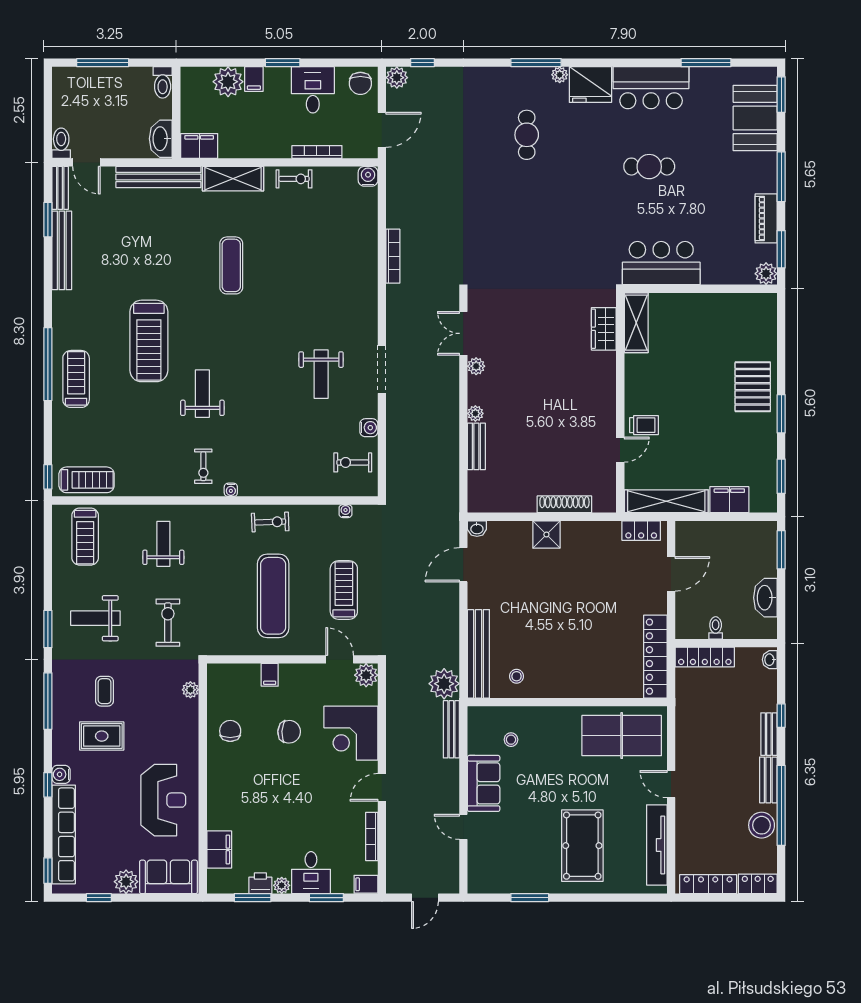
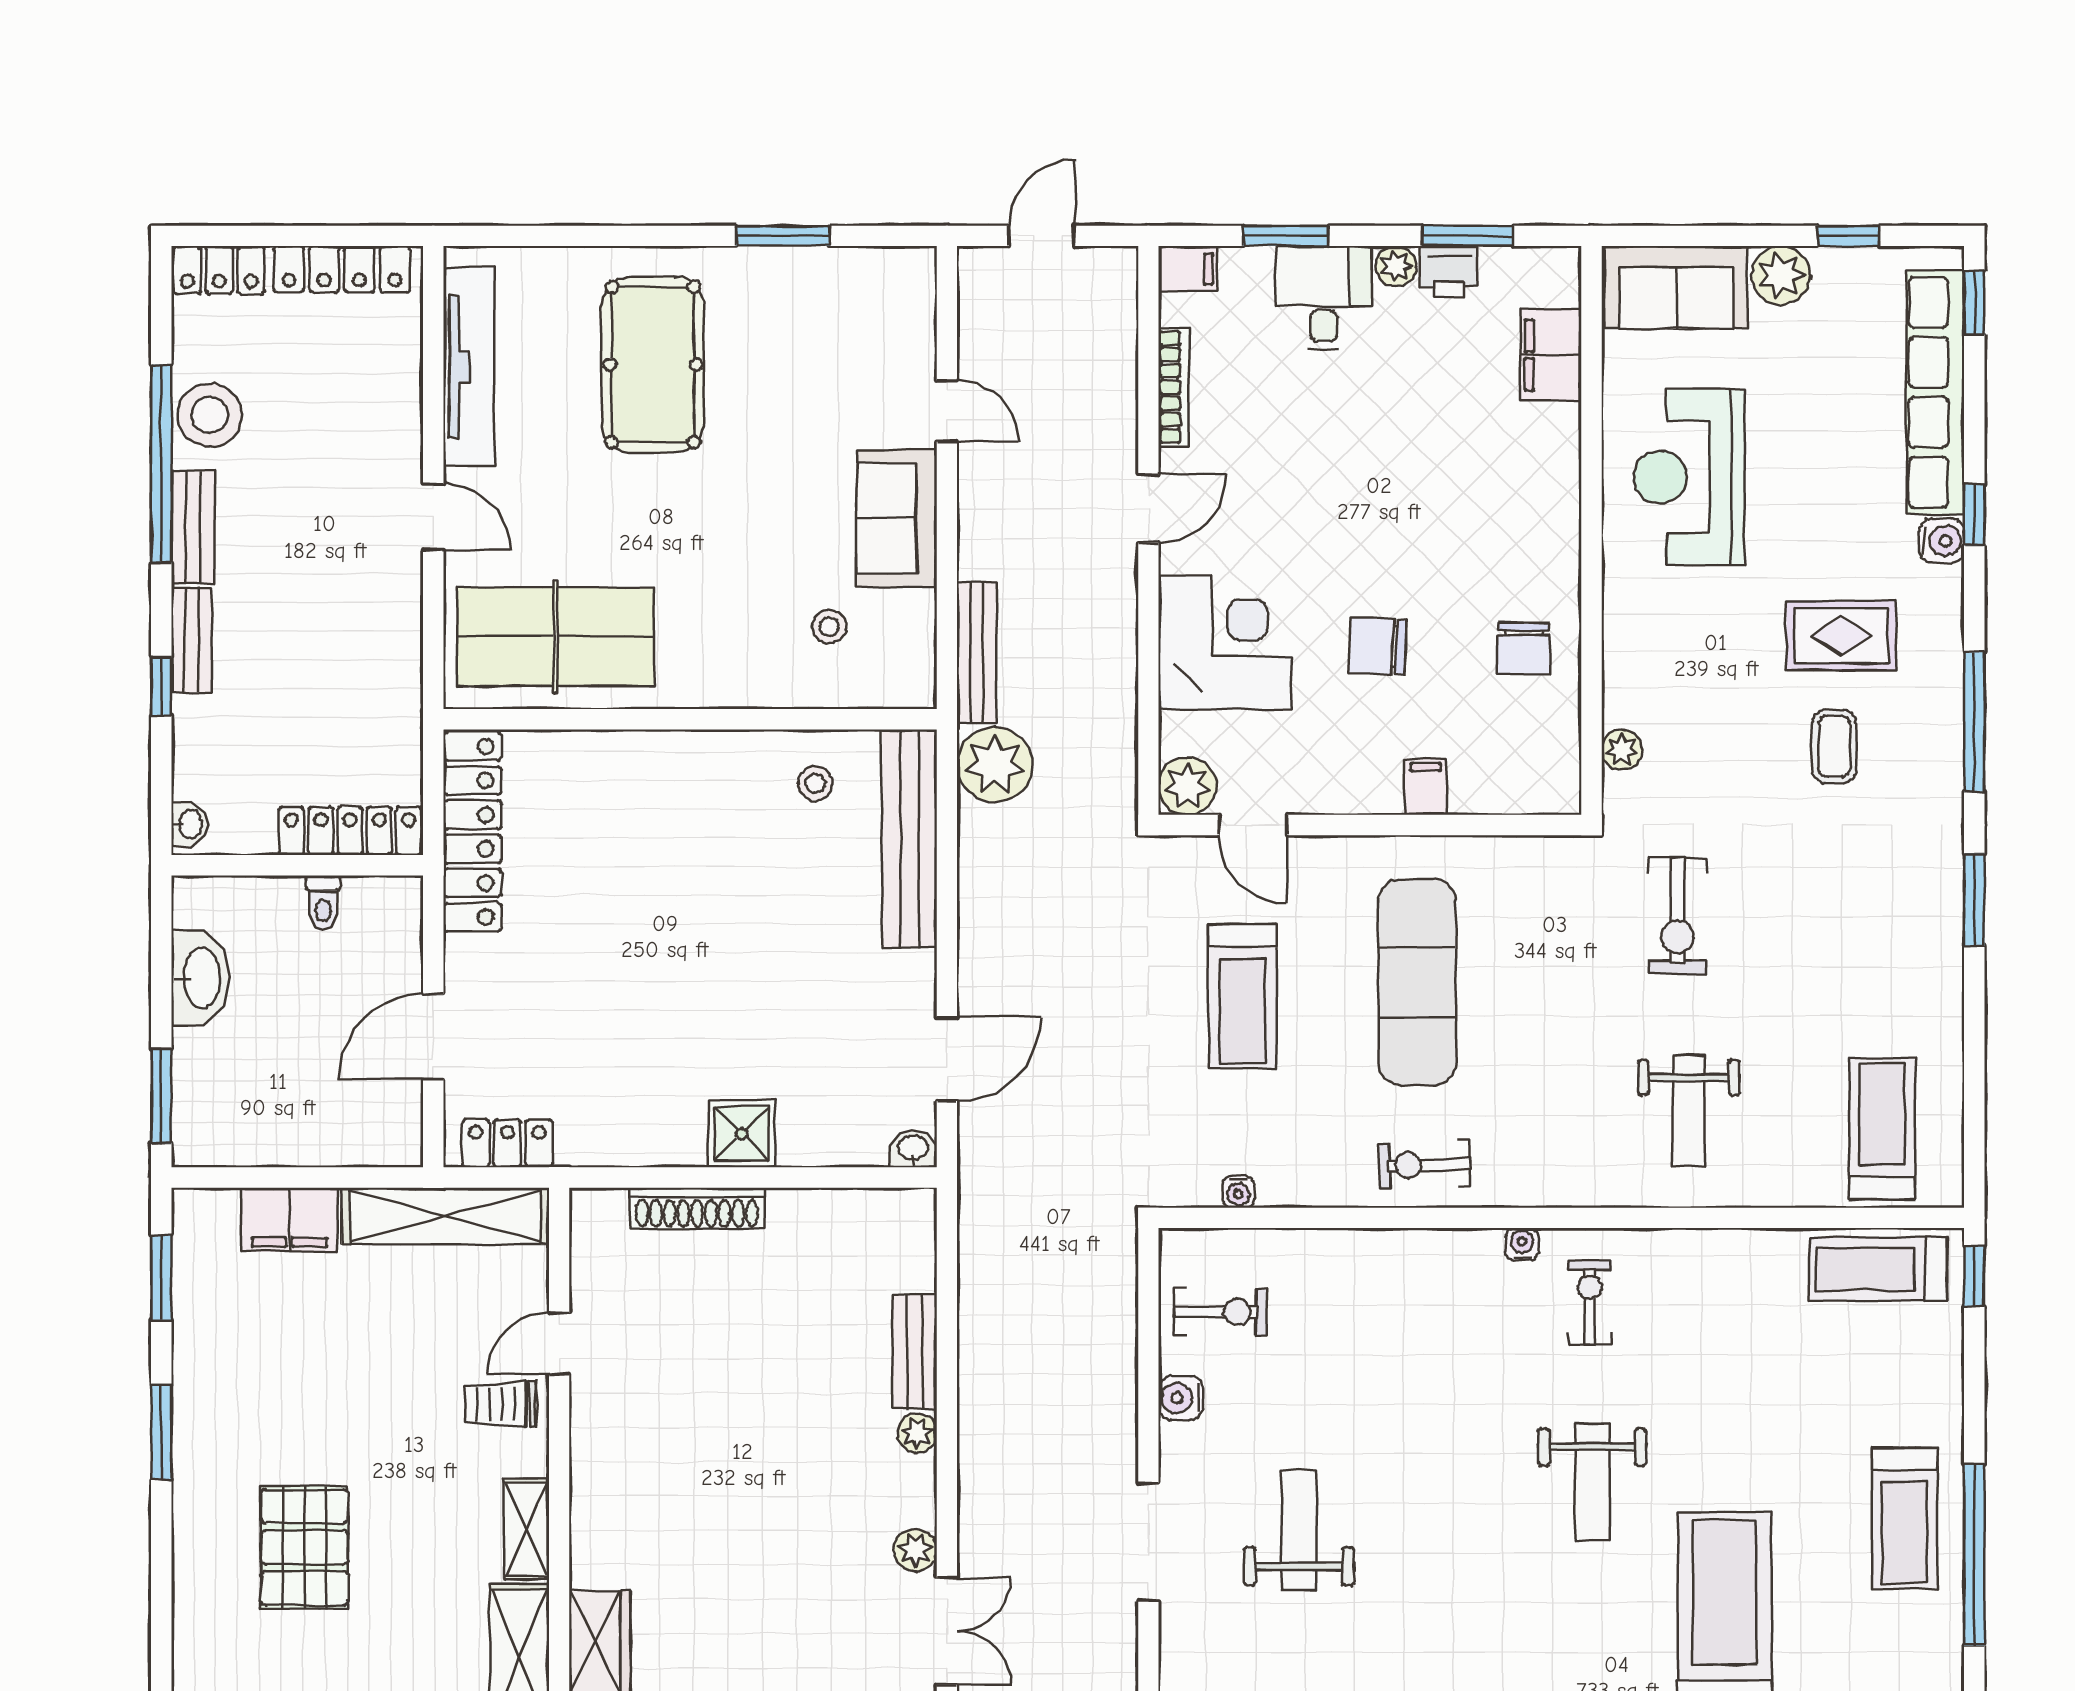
shelving: (633, 375) -> (526, 1529), added
pallet: (753, 387) -> (304, 1547), moved
weight bench: (95, 618) -> (1857, 927), removed

